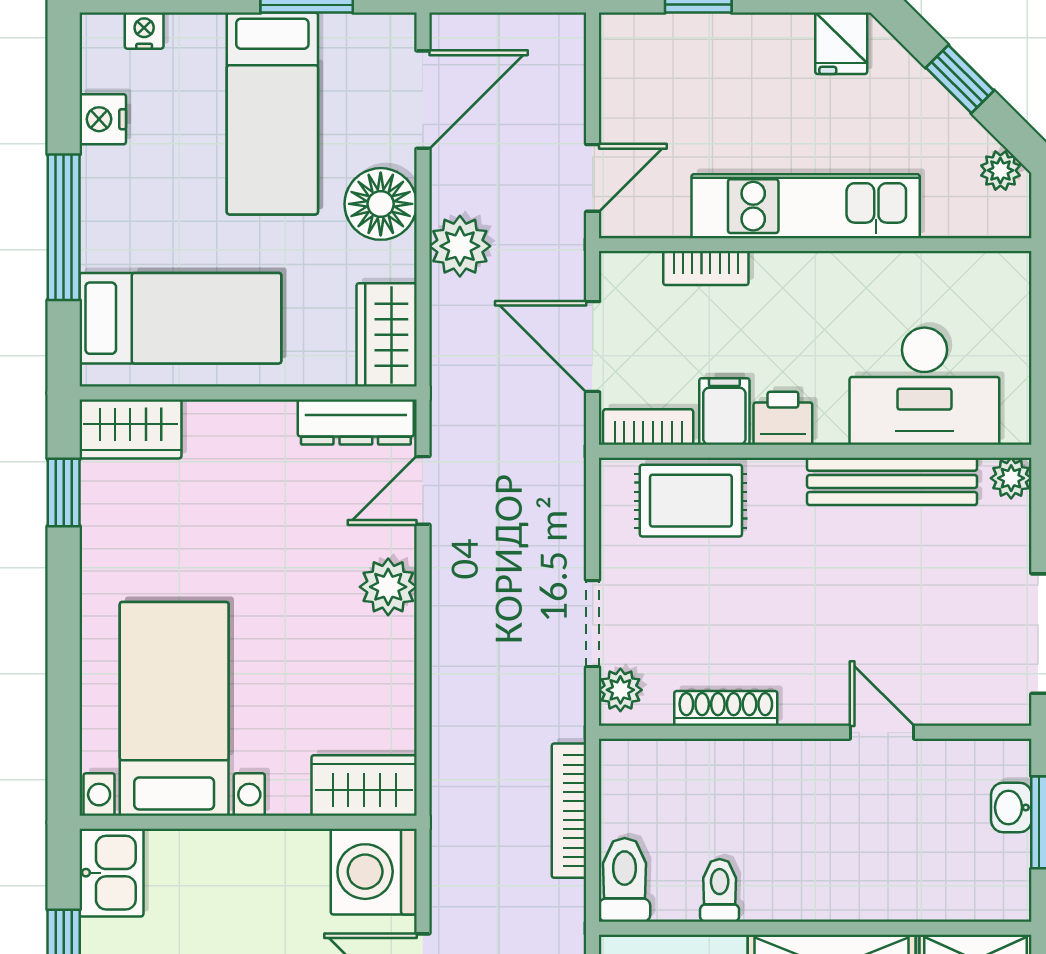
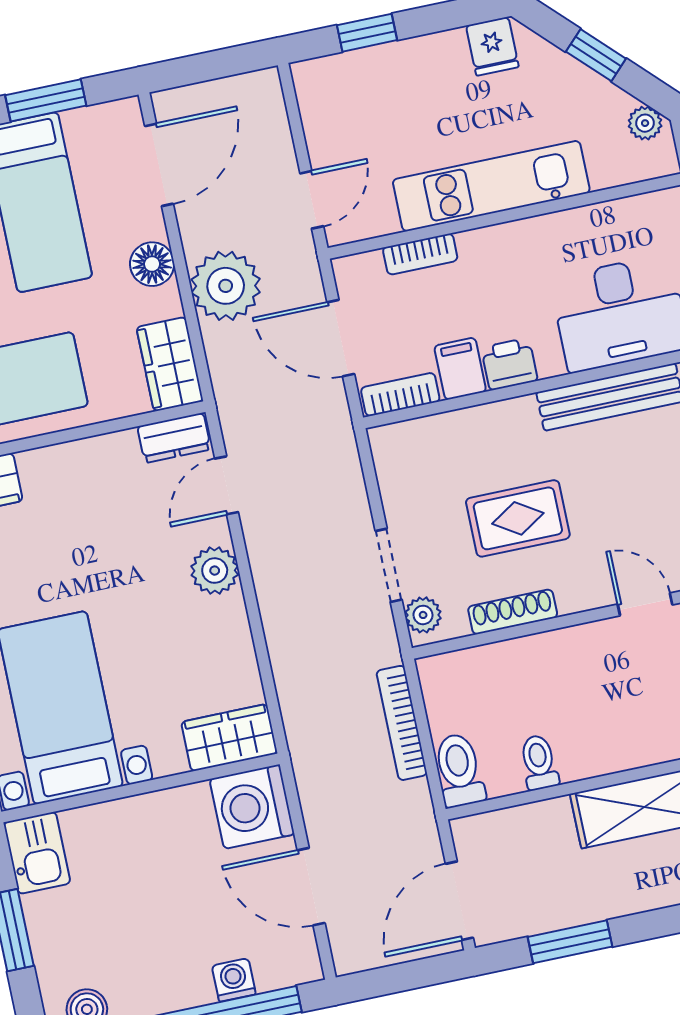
floor lamp: (381, 204) -> (152, 264), width x0.73, depth x0.73
plant: (460, 246) -> (226, 286), width x1.36, depth x1.36
dresser: (356, 422) -> (174, 438), width x0.70
rug: (691, 501) -> (518, 518), moved

